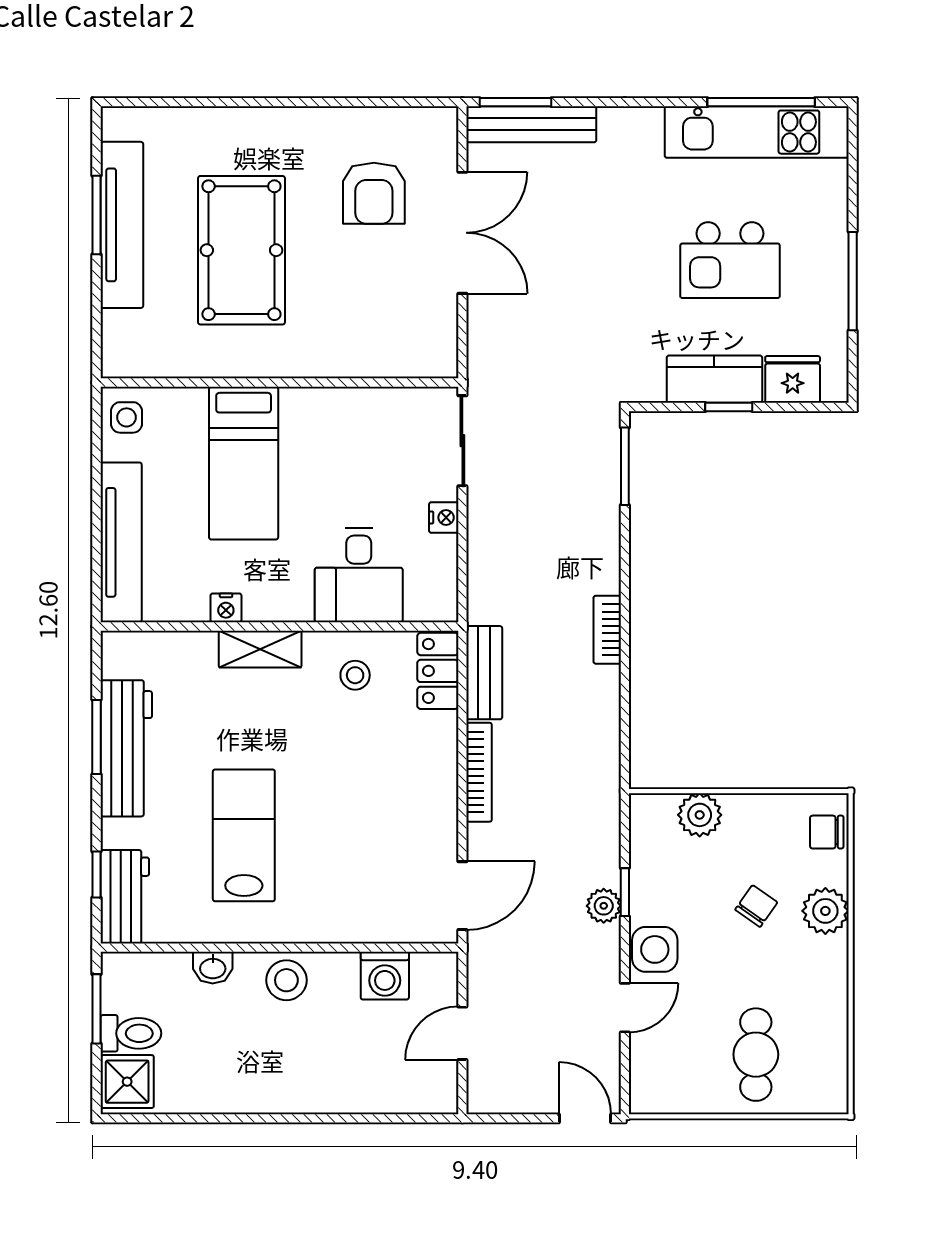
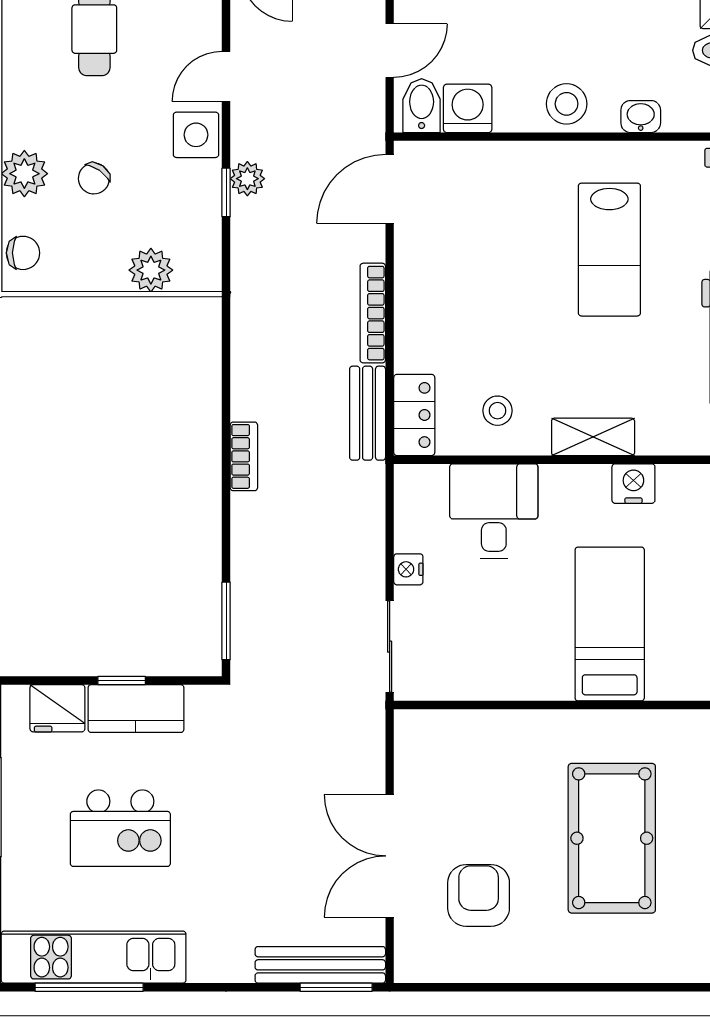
kitchen island: (730, 260) -> (120, 828), turned 180
nightstand: (226, 608) -> (633, 484), width x1.39, depth x1.35
bidet: (431, 978) -> (422, 106), added

